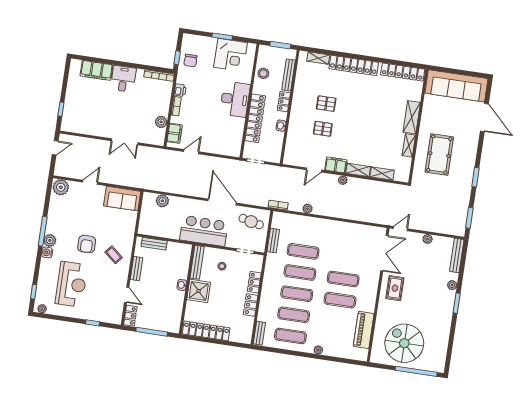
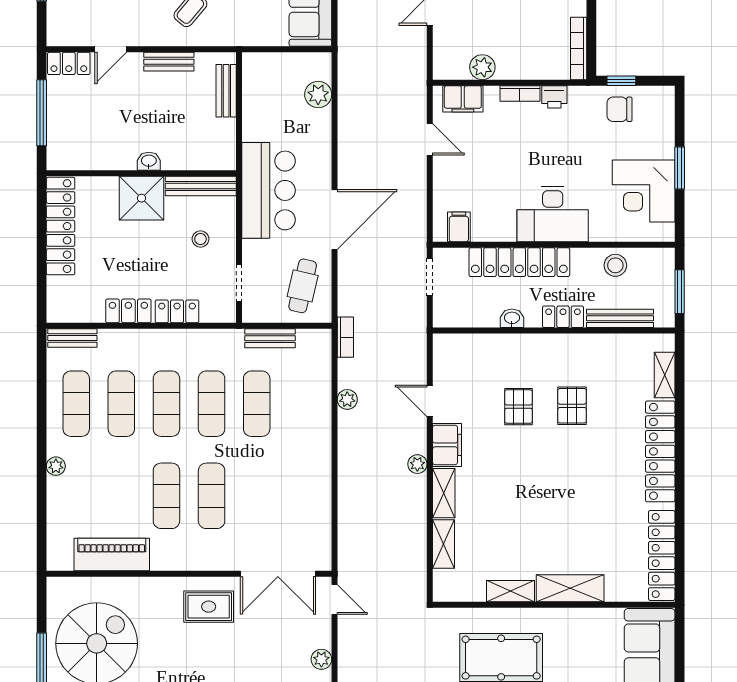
filing cabinet: (234, 144) -> (459, 227), added

